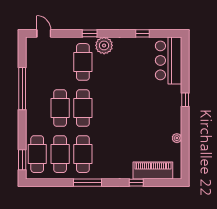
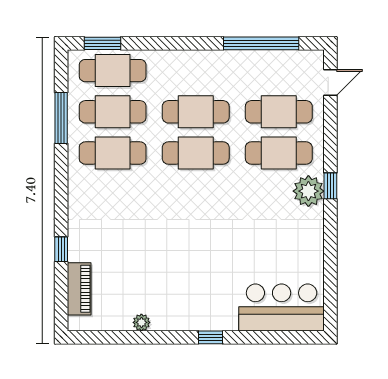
window: (90, 33) -> (330, 186), moved
window: (143, 33) -> (330, 261), removed
cafe table: (60, 62) -> (279, 112), added
window: (22, 89) -> (261, 43), moved
piano: (153, 171) -> (79, 289), width x0.73, depth x0.75
window: (87, 183) -> (61, 118), moved

